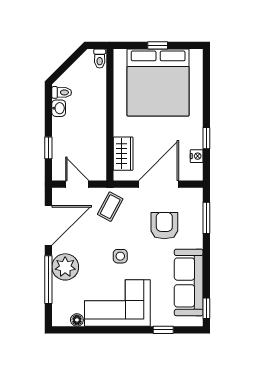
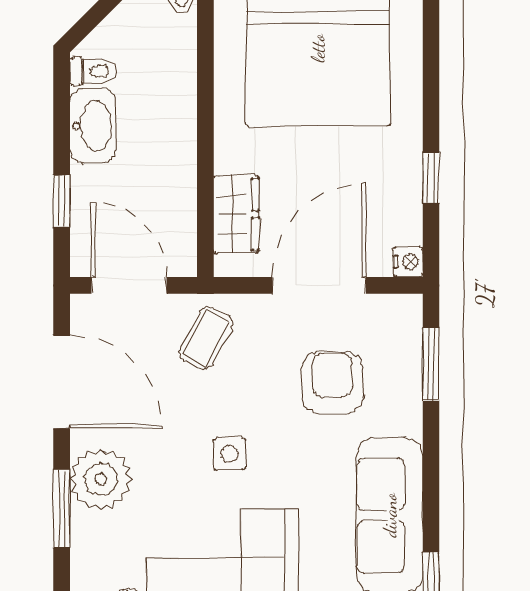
washbasin: (59, 108) -> (93, 126), width x1.91, depth x1.45
nightstand: (197, 156) -> (408, 262), moved
door: (77, 184) -> (129, 285), width x1.38
door: (48, 225) -> (62, 382), hinge flipped
window: (48, 280) -> (62, 509), width x0.69

